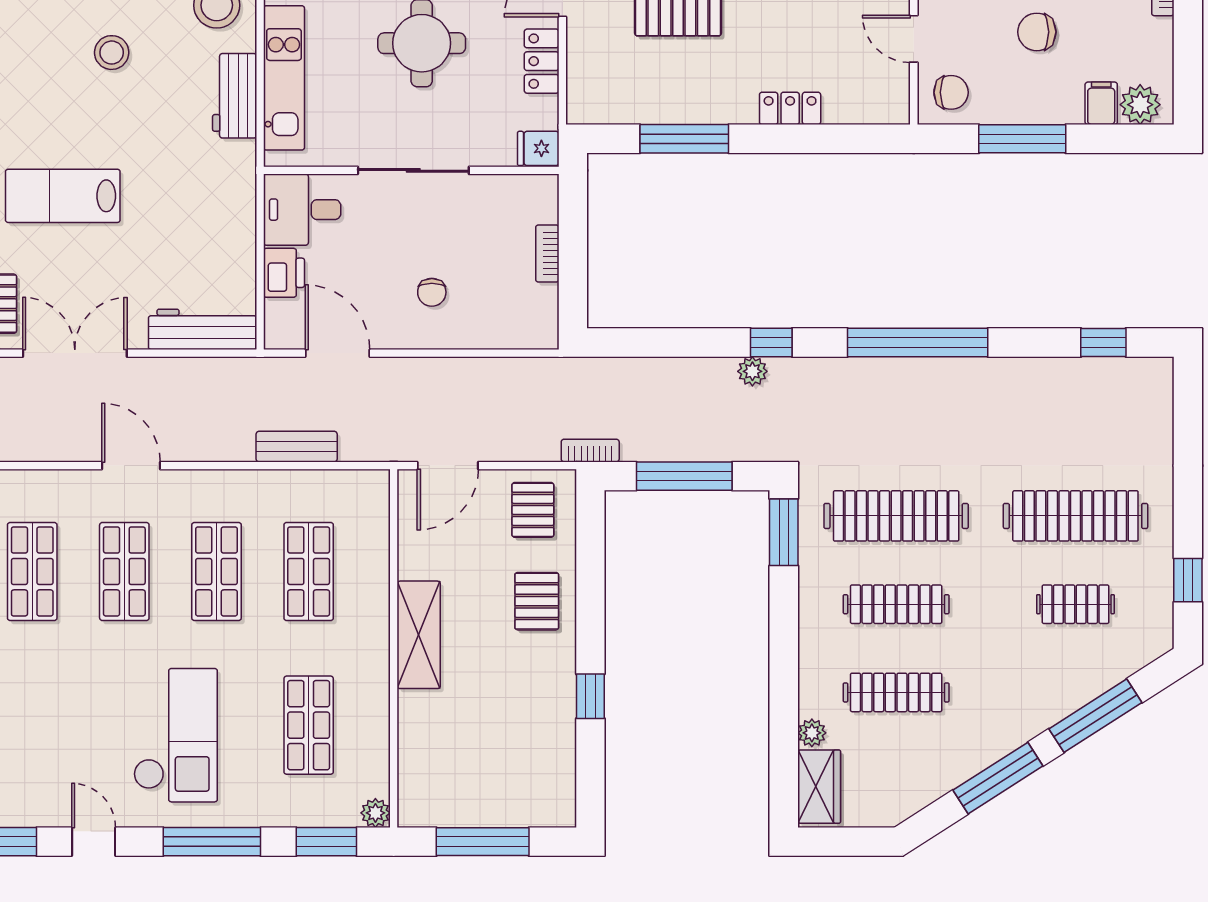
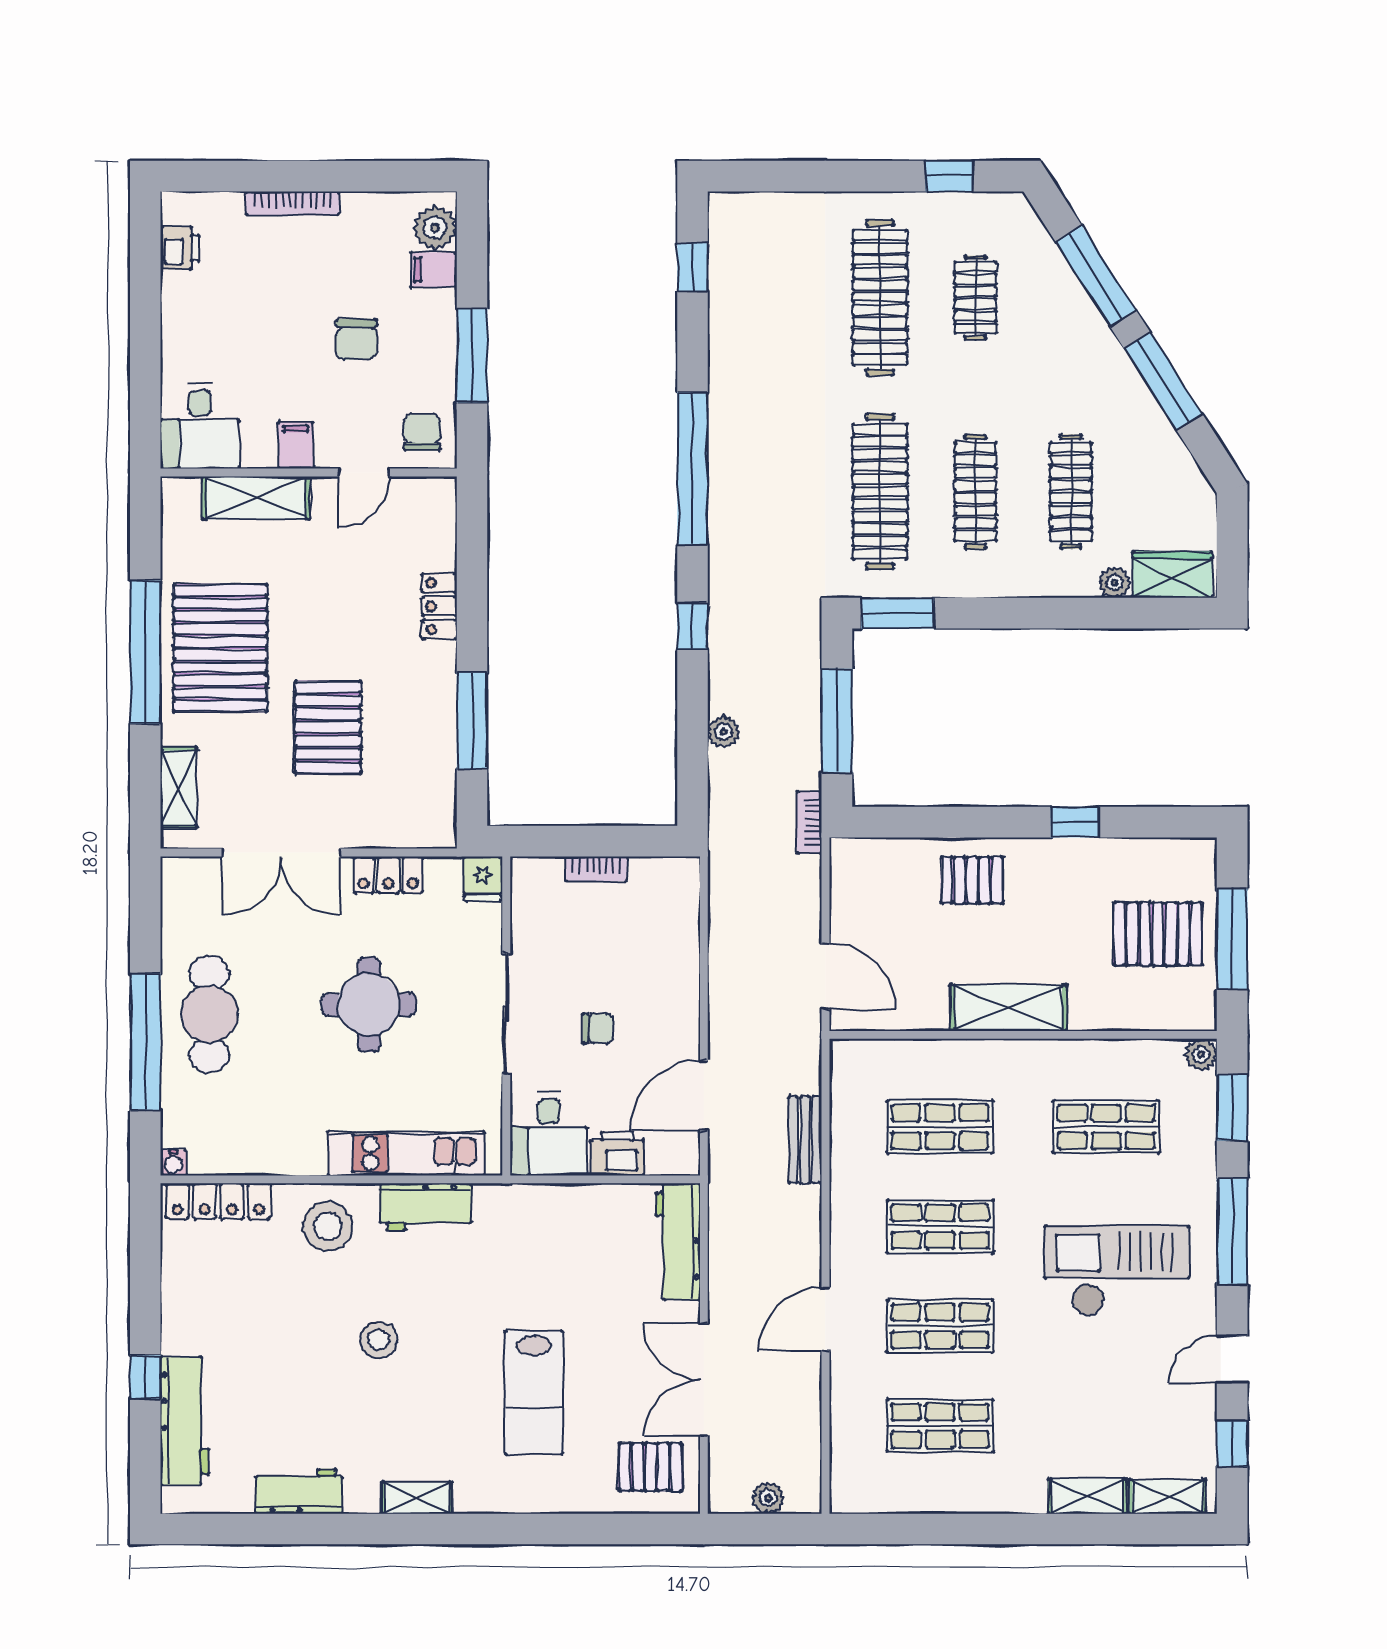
chair: (432, 292) -> (598, 1028), moved
plant: (752, 371) -> (724, 732), moved
pallet: (533, 510) -> (1158, 934), moved, width x1.50, depth x1.42

